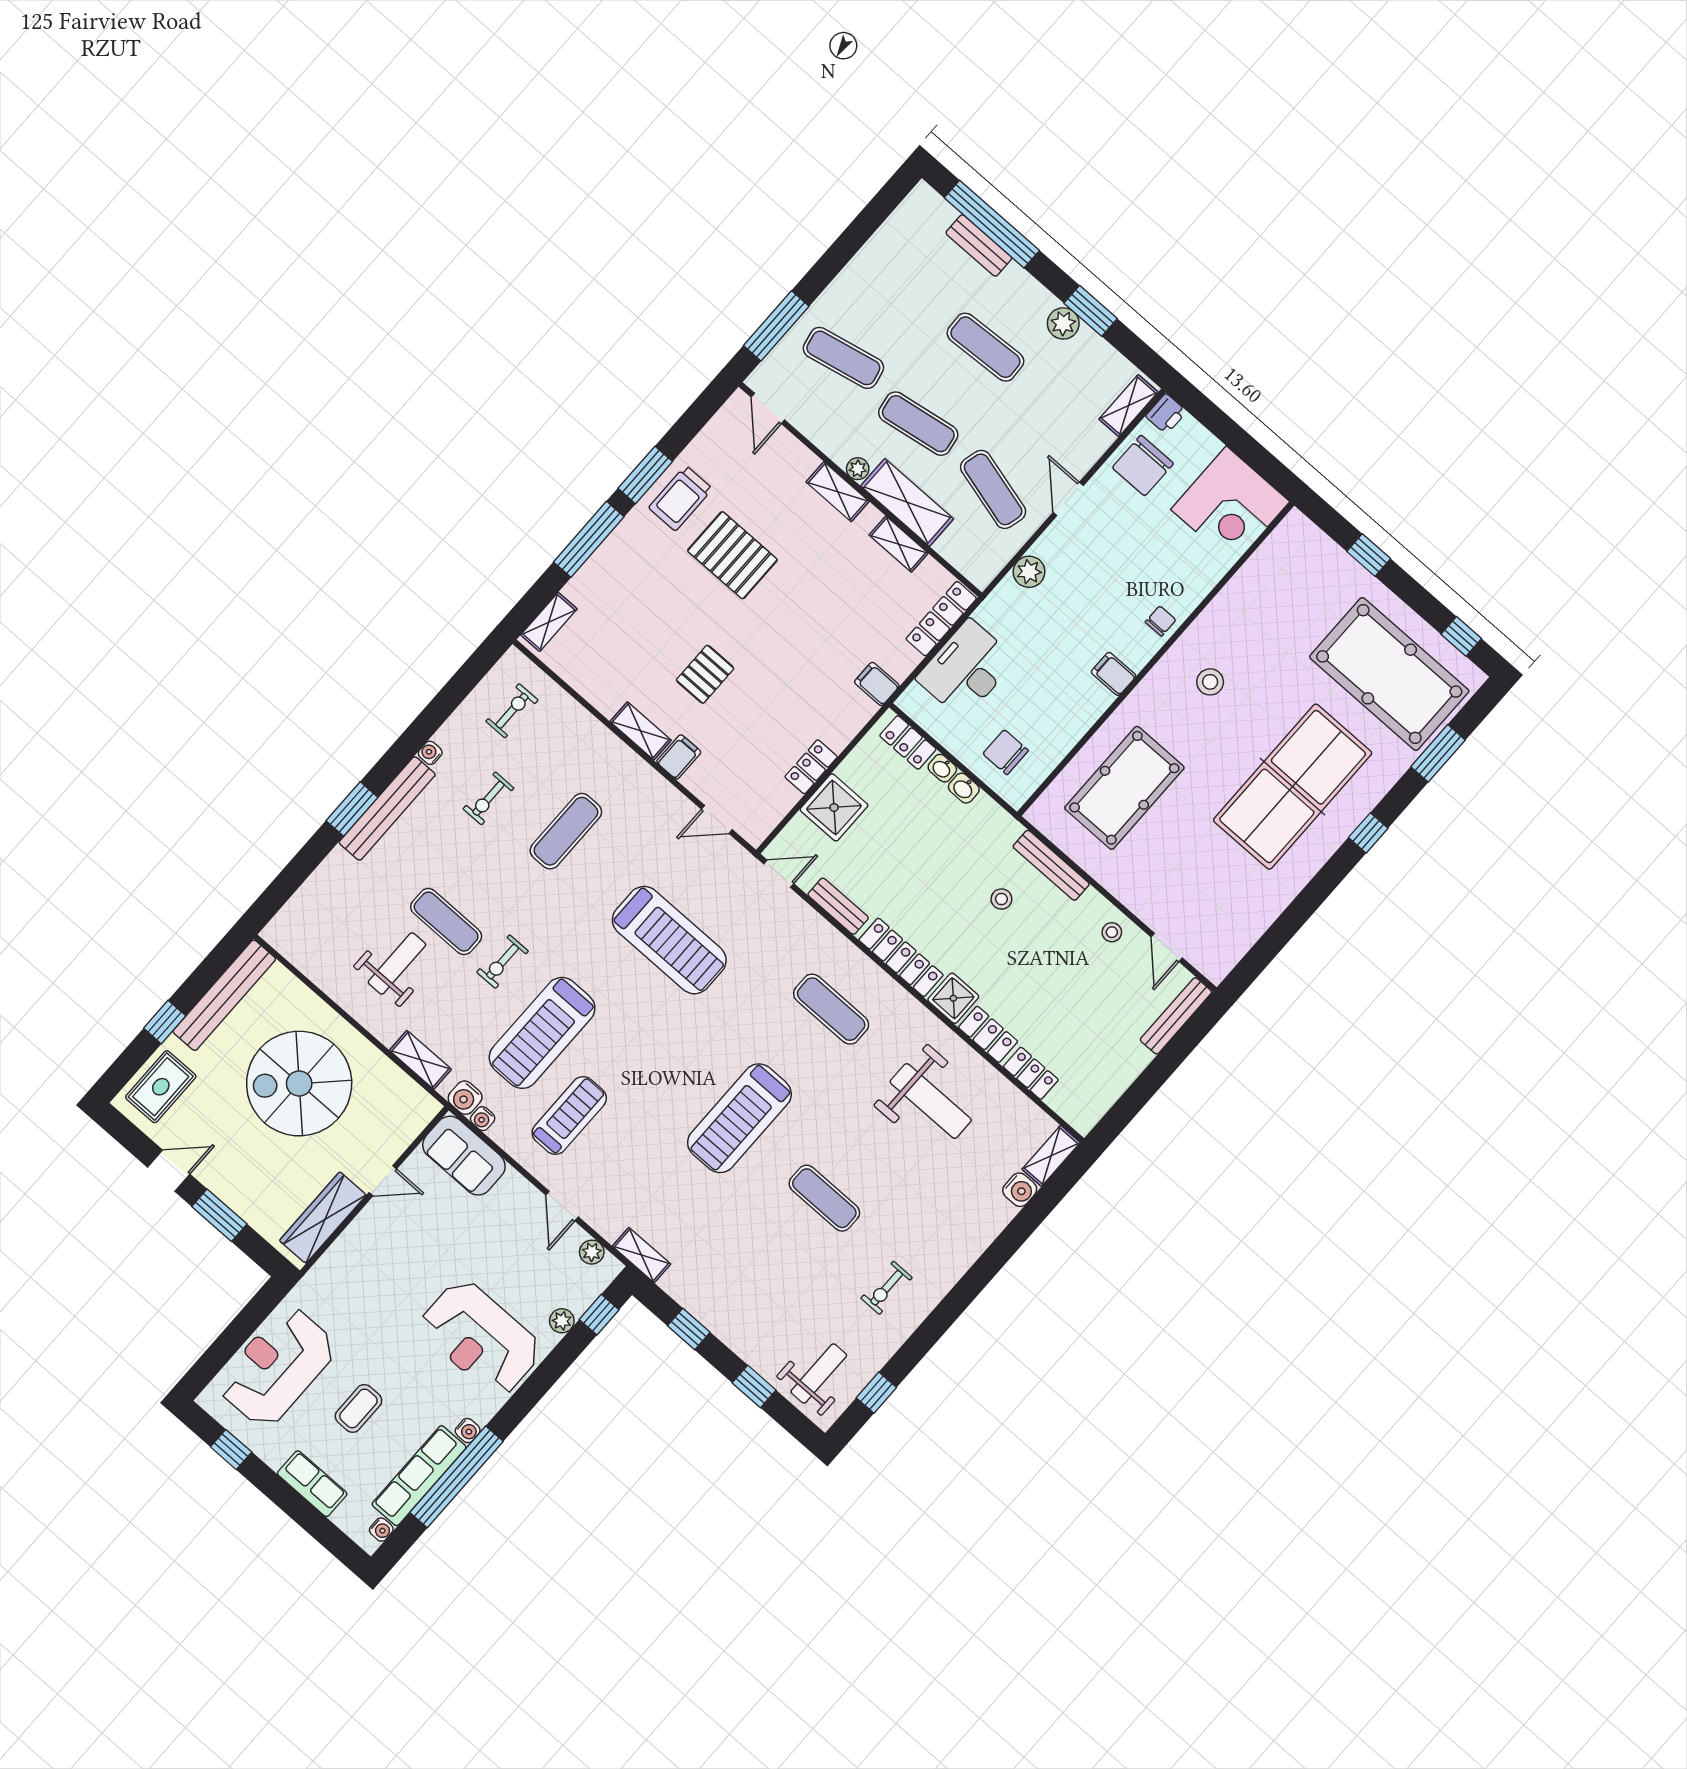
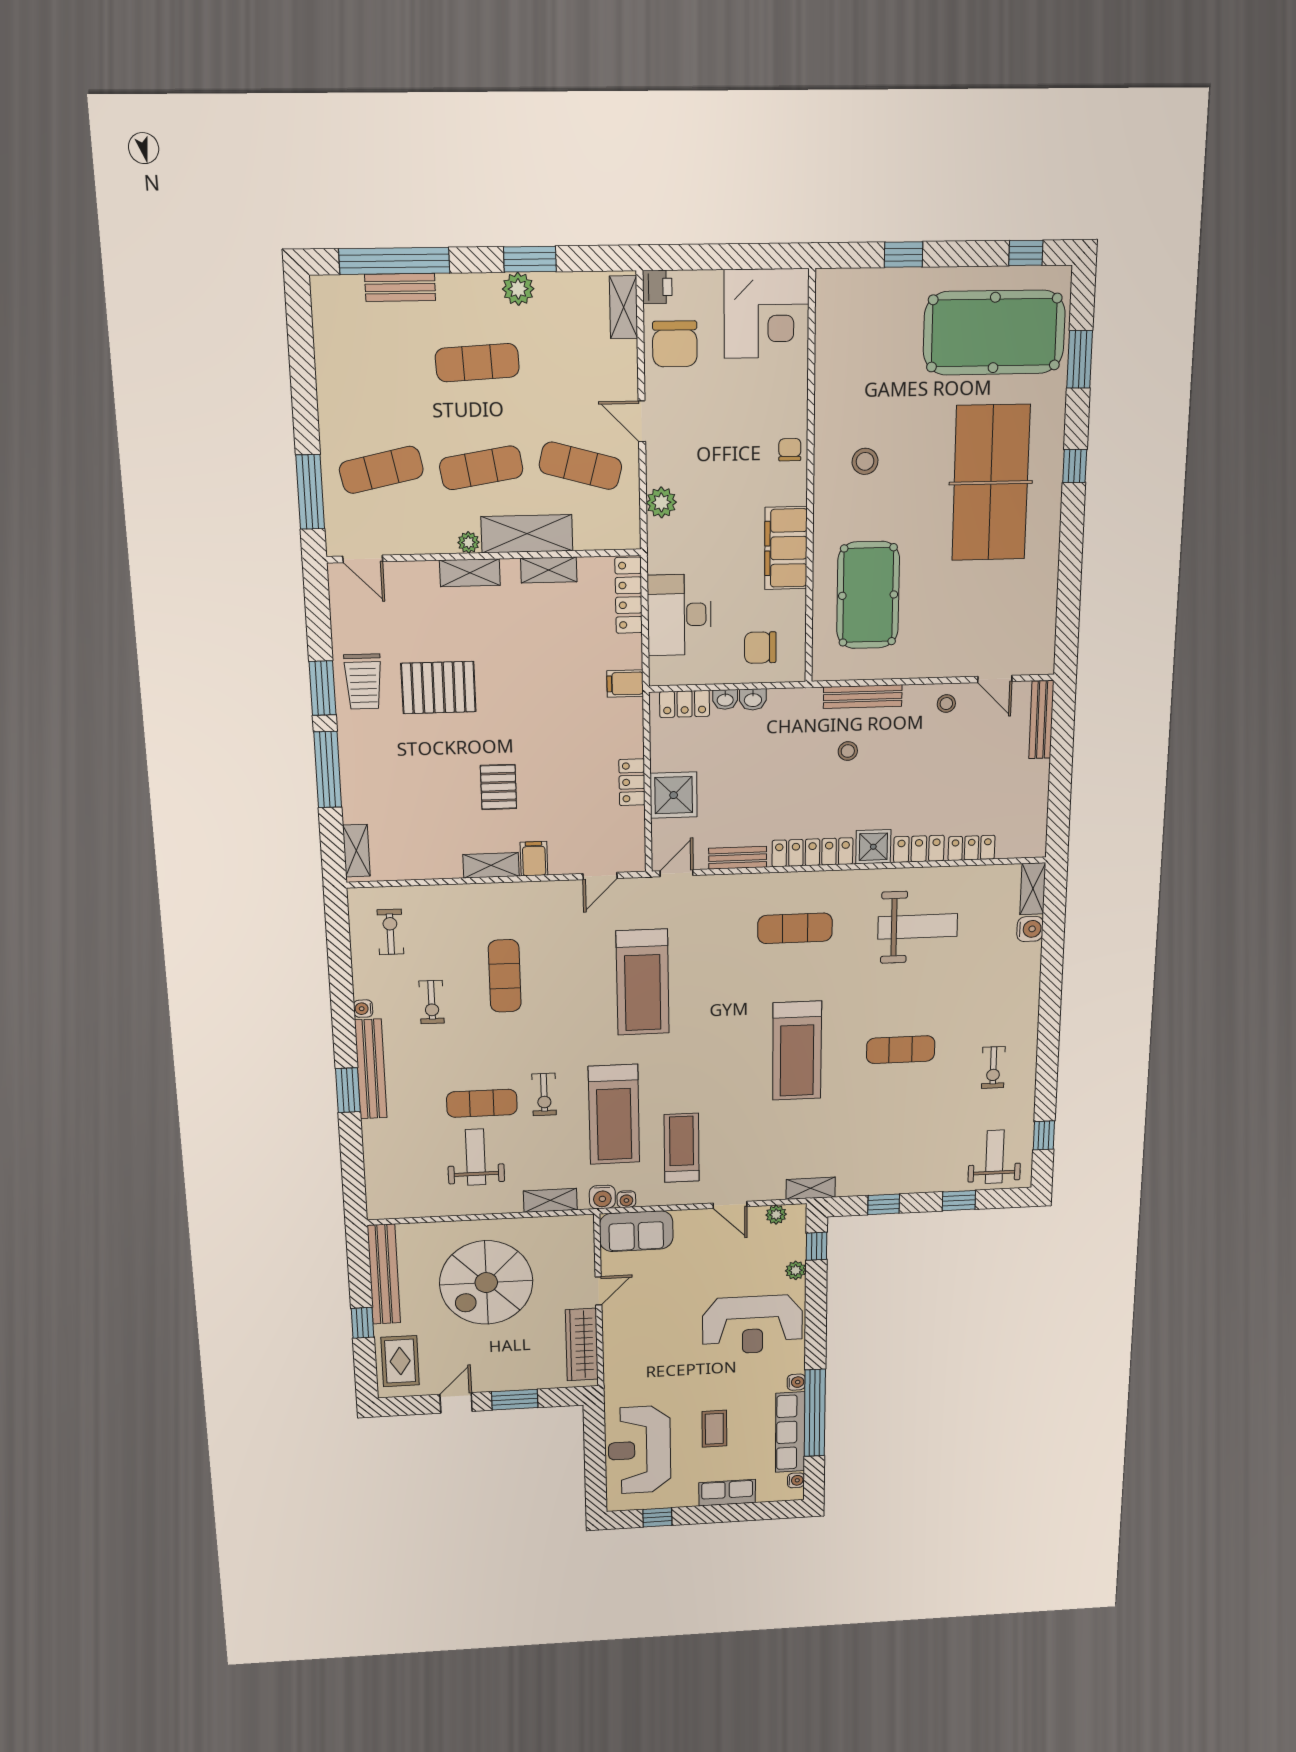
filing cabinet: (1114, 674) -> (786, 548), width x3.00, depth x1.17
treadmill: (669, 940) -> (643, 982), turned 90

